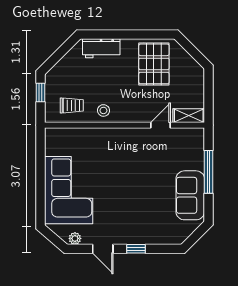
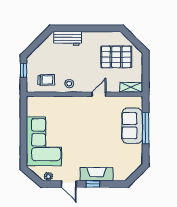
pallet: (154, 64) -> (116, 57), moved, turned 90
door: (160, 125) -> (99, 94), moved
sofa: (190, 195) -> (132, 126), moved
fireplace: (141, 235) -> (96, 174), added

